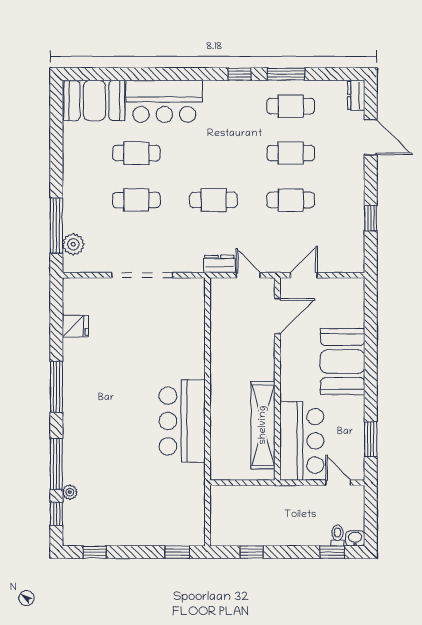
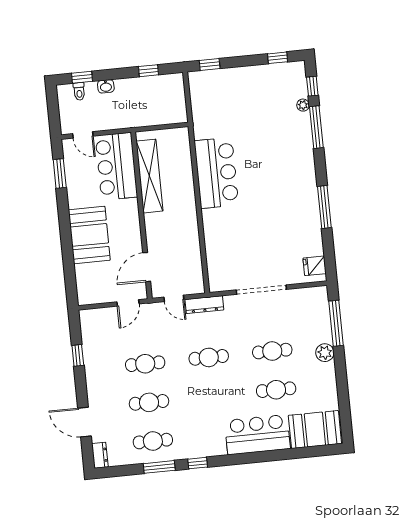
plant: (73, 244) -> (325, 353), moved
dresser: (219, 264) -> (204, 305), width x1.44
fridge: (75, 326) -> (315, 266), moved
window: (56, 387) -> (324, 207), moved
washbasin: (355, 538) -> (106, 86), moved

